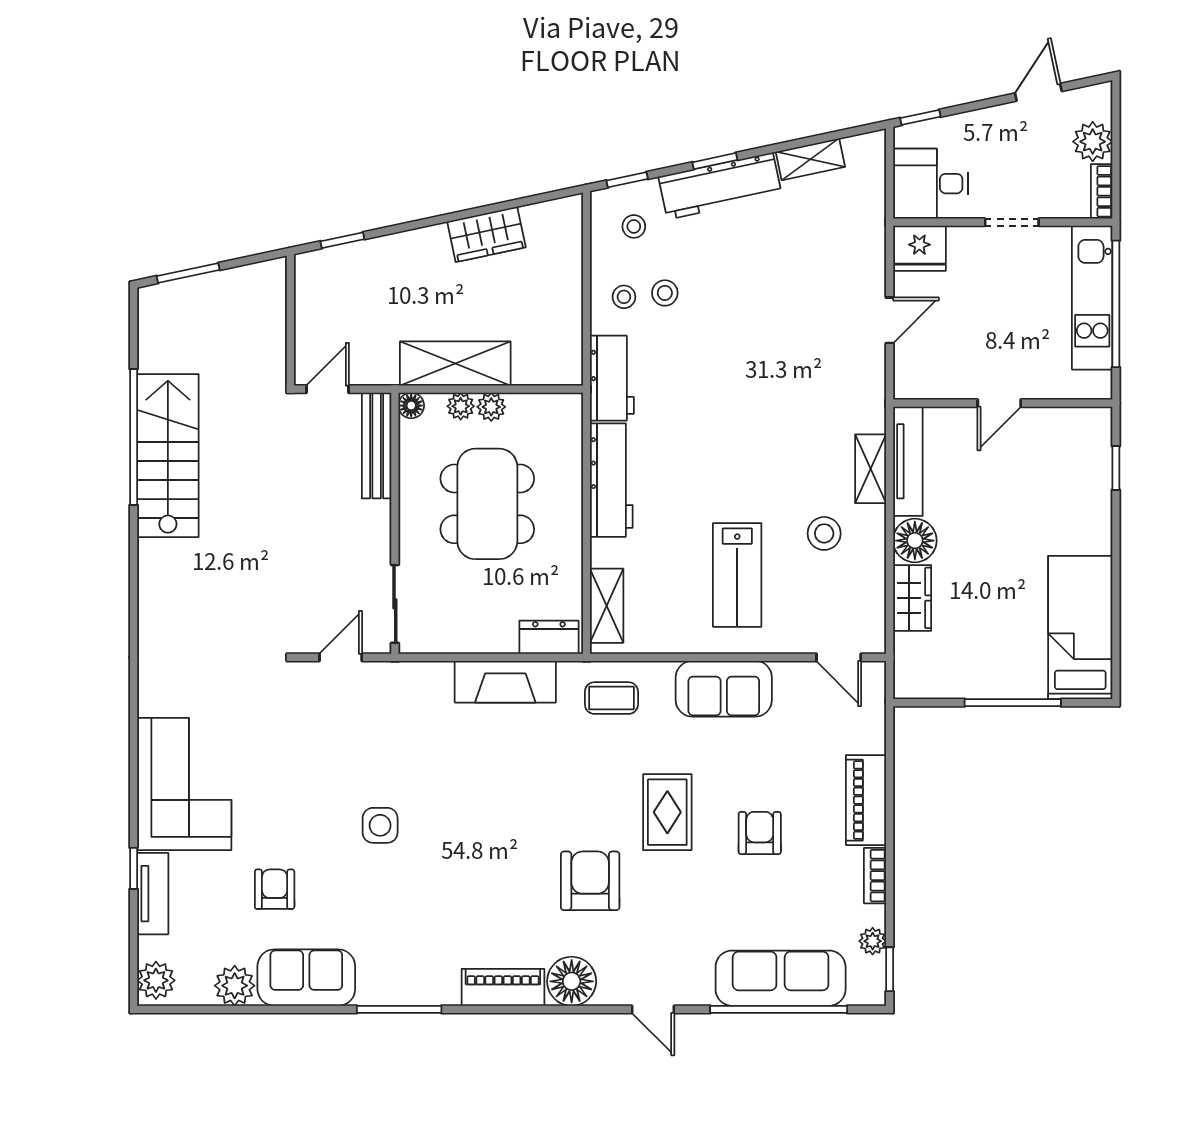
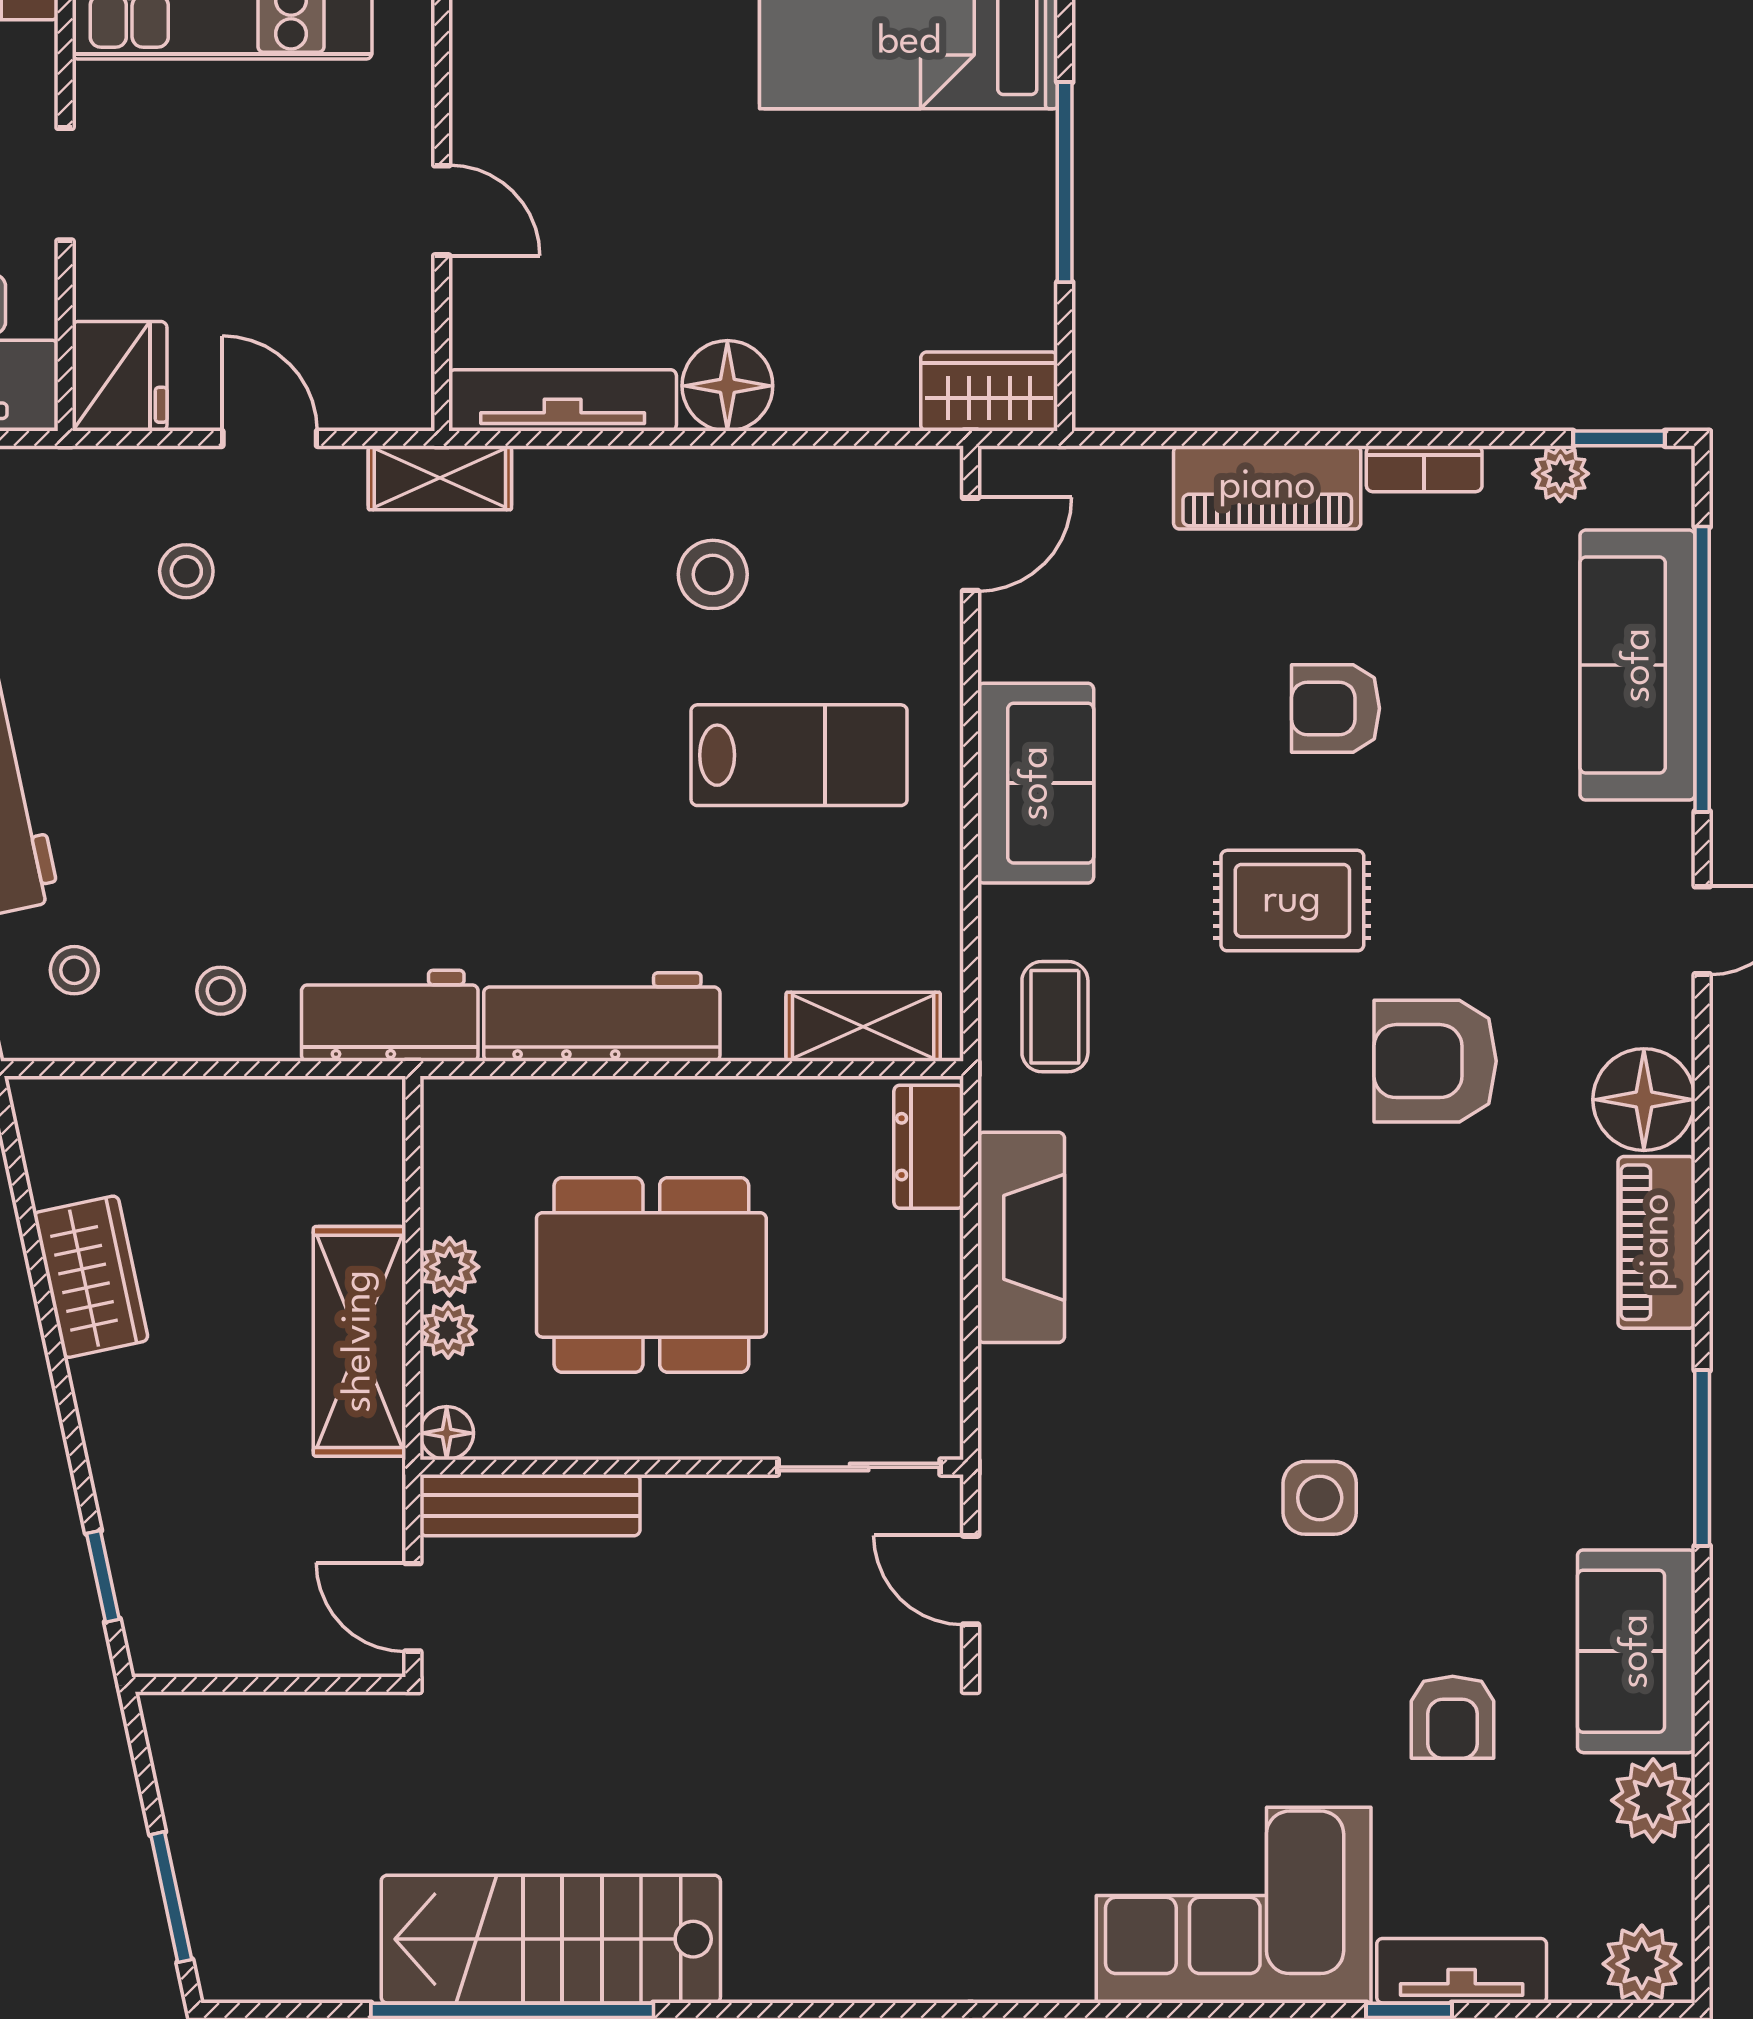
stool: (665, 293) -> (186, 571), moved
shelving: (871, 469) -> (440, 478), moved
wardrobe: (912, 598) -> (989, 392), moved
armchair: (275, 889) -> (1453, 1717), turned -90

